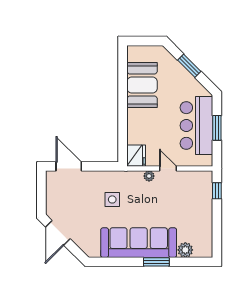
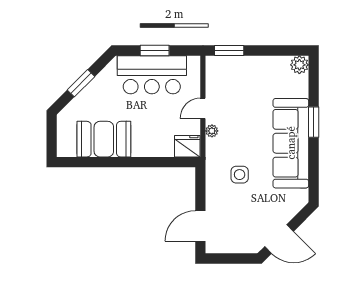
window: (217, 191) -> (229, 51), width x1.50
plant: (185, 250) -> (299, 65), moved

